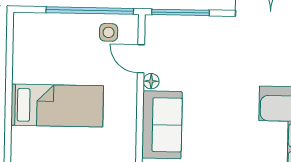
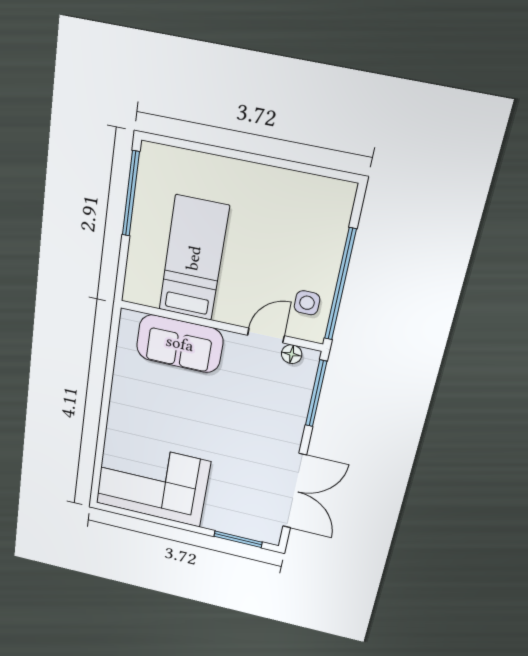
floor lamp: (151, 81) -> (292, 354), moved
bed: (57, 106) -> (194, 258), moved, turned 180

